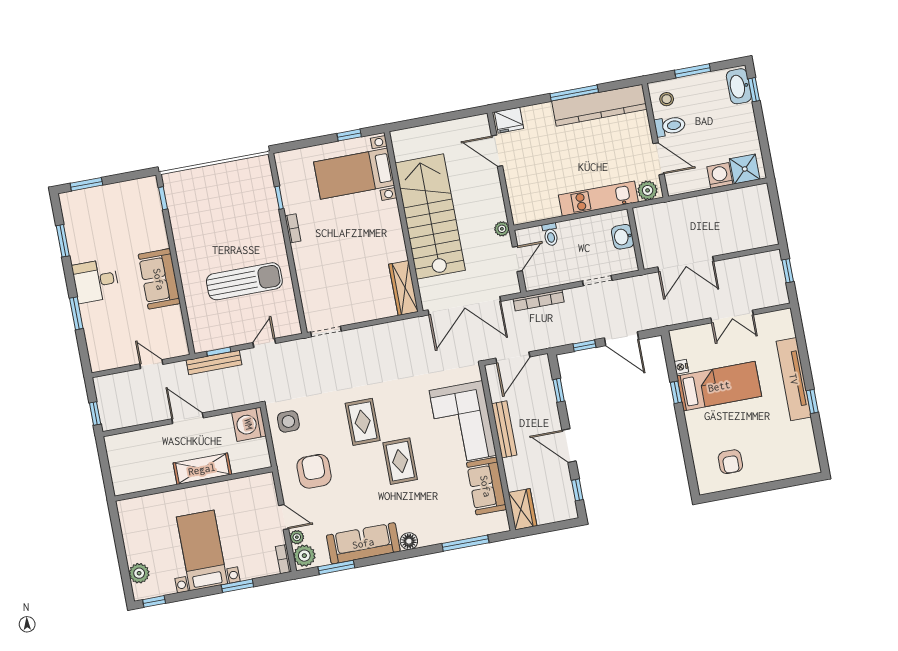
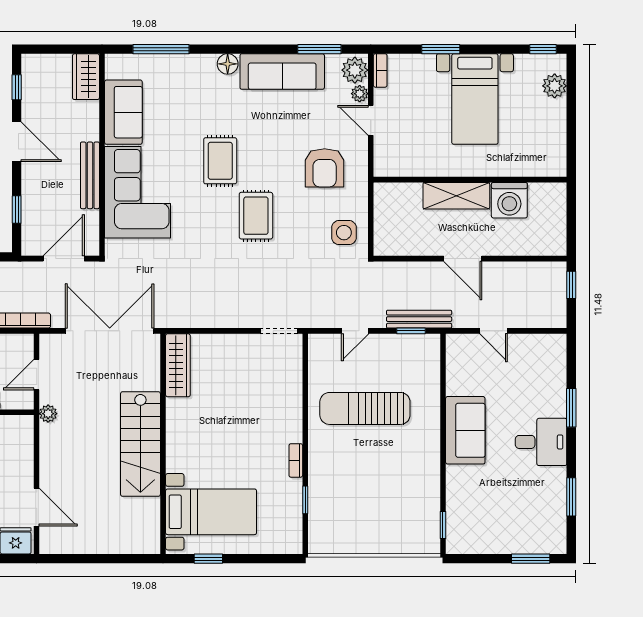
stairs: (430, 217) -> (140, 444), width x0.73, depth x0.66
washing machine: (249, 424) -> (509, 200), moved, turned 90

